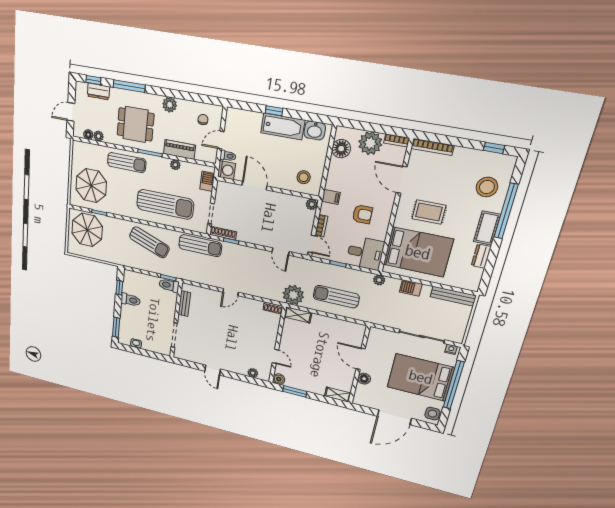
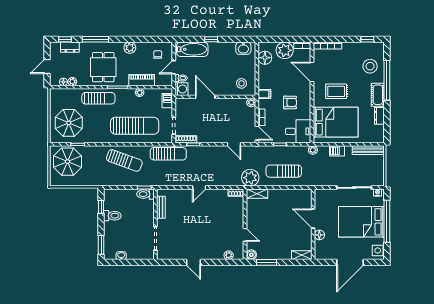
dining table: (135, 124) -> (103, 67), turned 90
bathtub: (283, 126) -> (192, 49), moved

